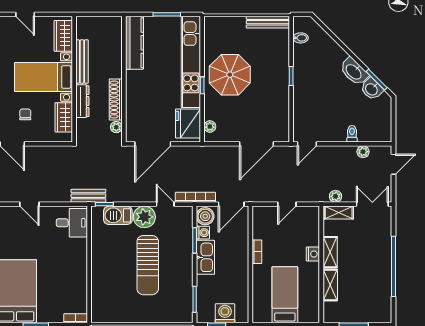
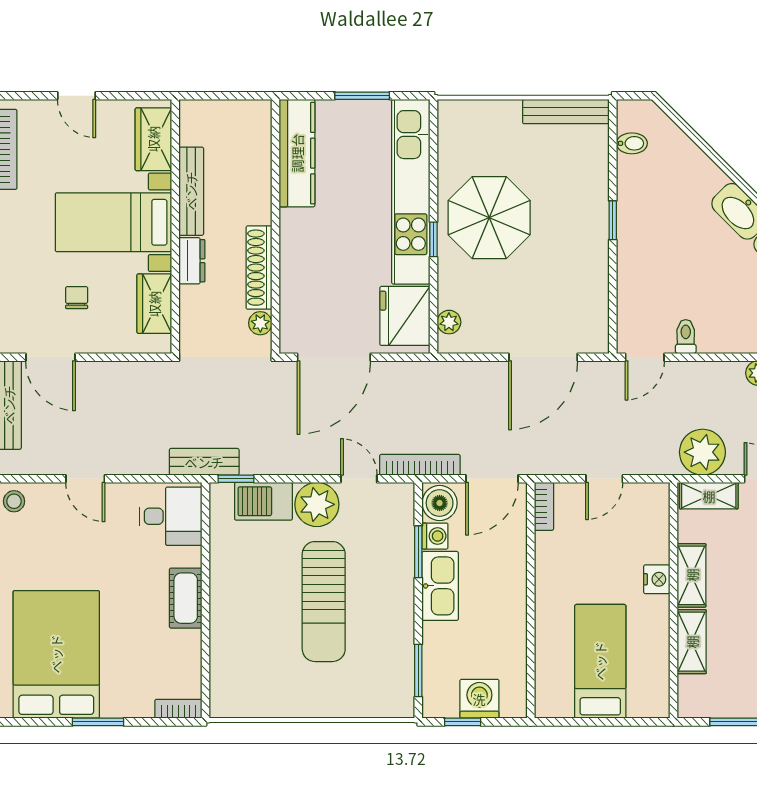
dresser: (82, 101) -> (192, 261), width x0.70
toilet: (352, 134) -> (686, 337), moved
plant: (335, 196) -> (702, 452), width x1.87, depth x1.87
bookcase: (257, 252) -> (544, 506), moved
cot: (79, 263) -> (186, 598), added

